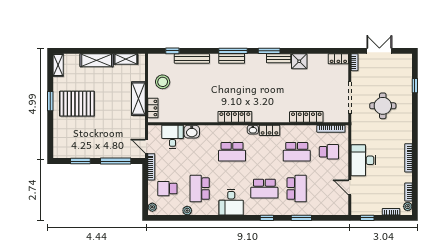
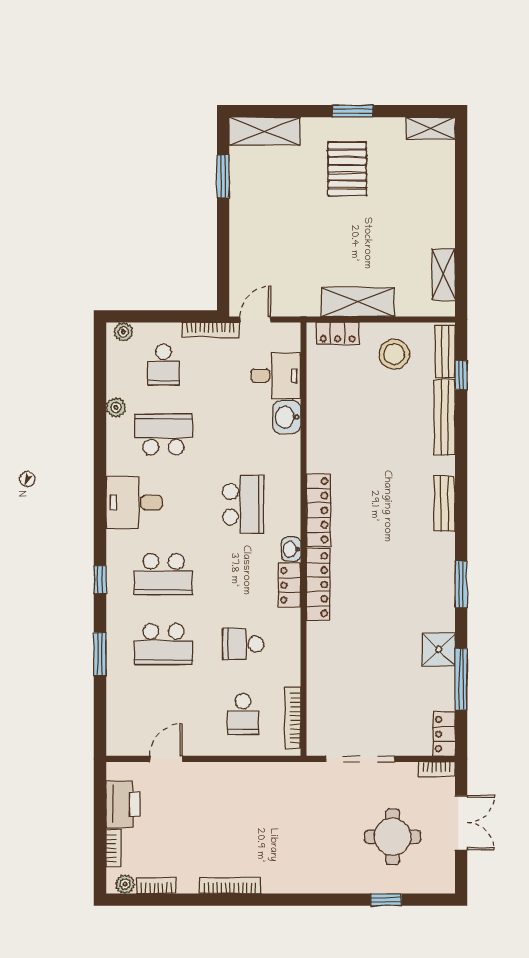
window: (233, 51) -> (461, 679), moved
bench: (279, 58) -> (445, 352), moved
shelving: (97, 60) -> (265, 131), moved, turned 90
pallet: (77, 104) -> (347, 169), width x0.73, depth x0.71
round table: (383, 106) -> (392, 837), moved
locker: (306, 117) -> (318, 585), moved
school desk: (232, 152) -> (243, 504), turned 180
school desk: (297, 152) -> (243, 644), width x0.54
desk: (363, 160) -> (225, 788), removed
window: (116, 161) -> (223, 253), removed
school desk: (167, 189) -> (163, 364), turned 180
school desk: (264, 189) -> (163, 574), turned -90
printer: (371, 207) -> (123, 804), added
window: (367, 218) -> (100, 797), removed

